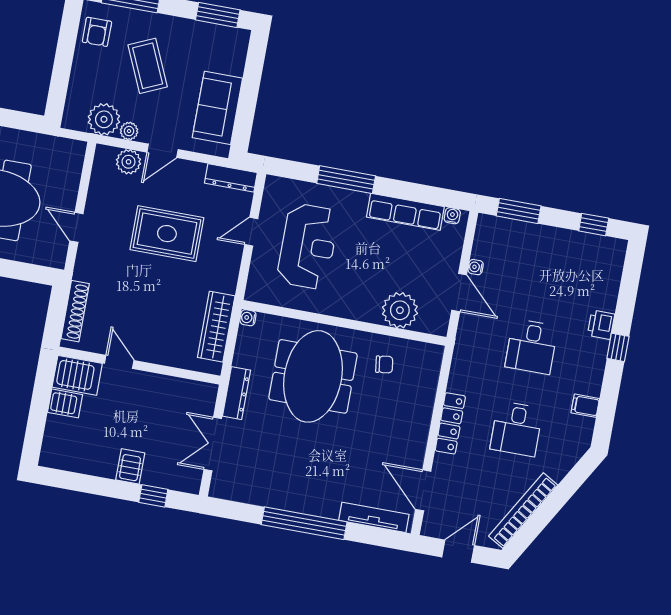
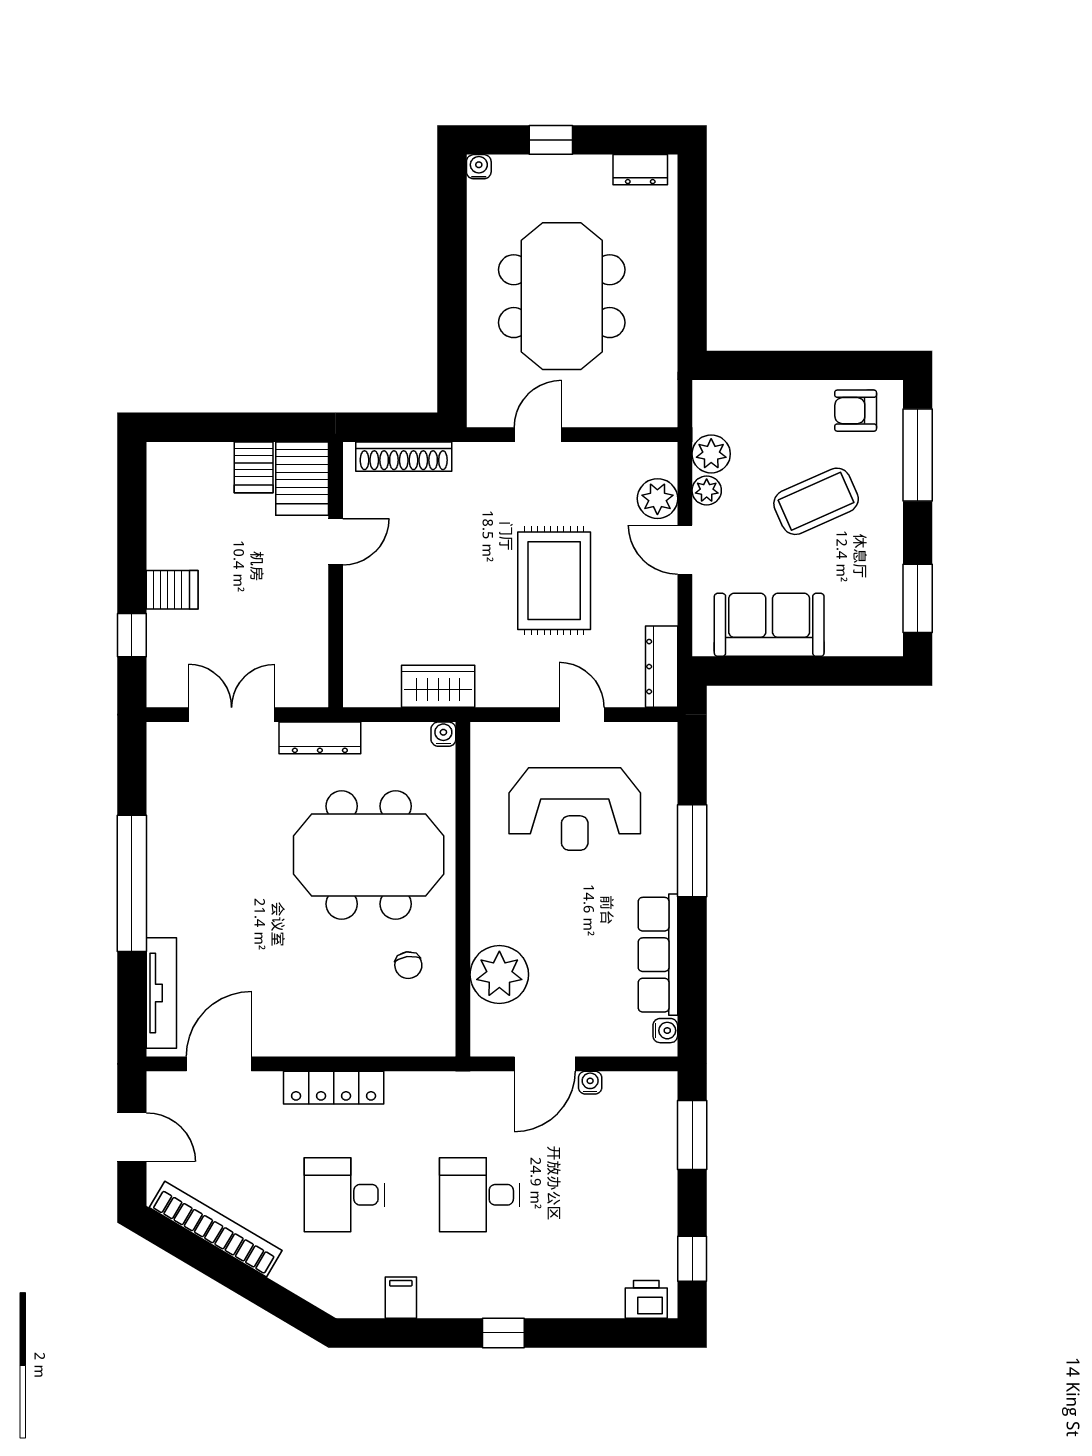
plant: (104, 119) -> (711, 454), width x0.73, depth x0.73
printer: (601, 325) -> (646, 1299), moved
wardrobe: (216, 327) -> (438, 686), width x0.67

